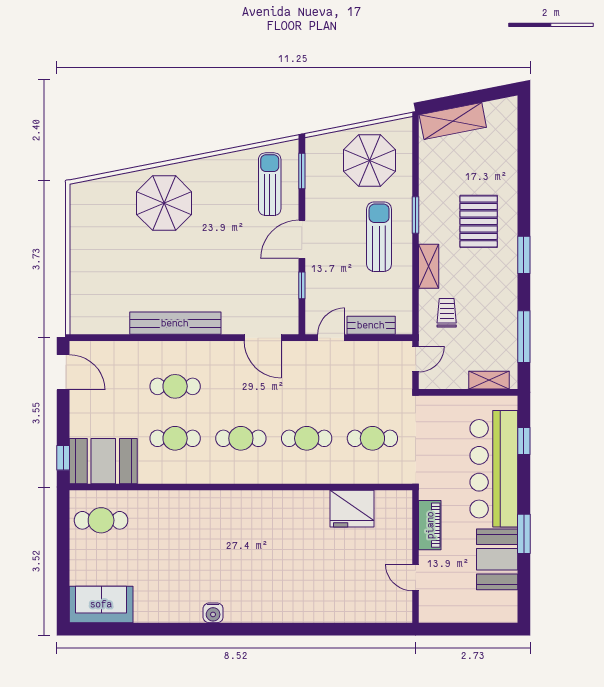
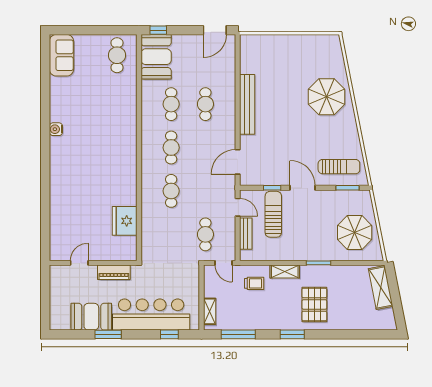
pallet: (479, 221) -> (314, 304), turned 90
sun lounger: (379, 237) -> (273, 214), moved, turned -90
cafe table: (372, 438) -> (205, 234), moved

